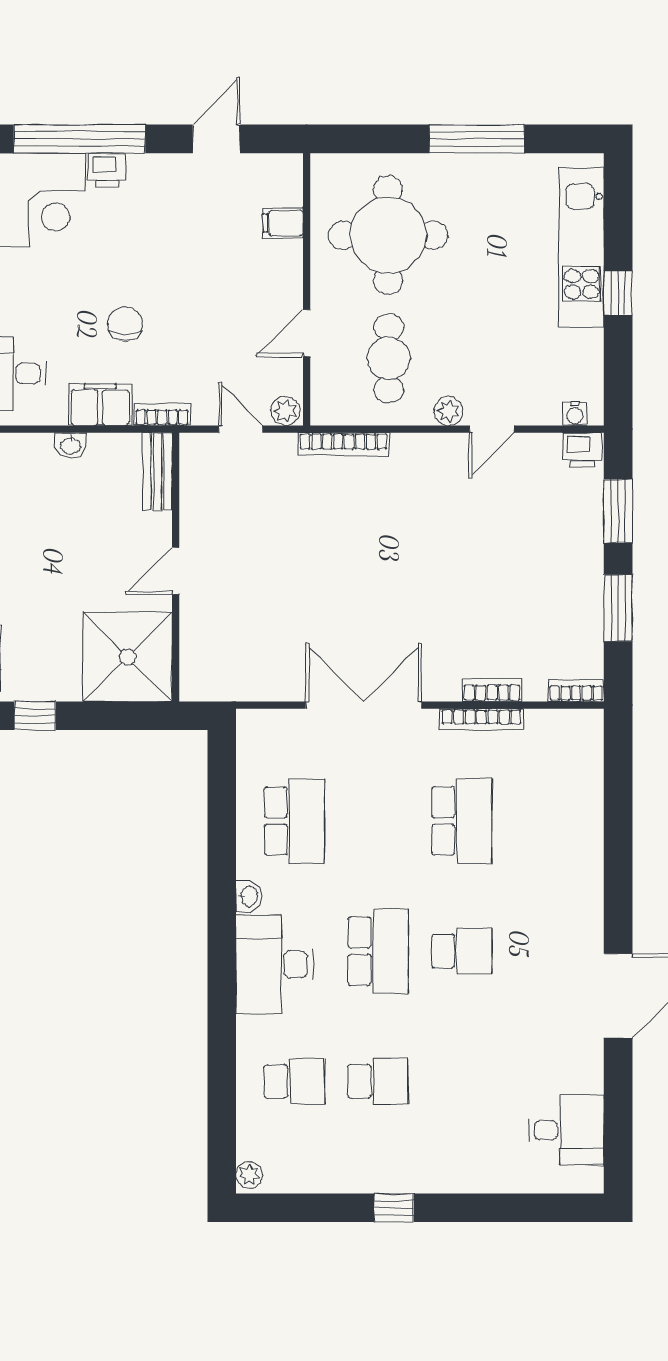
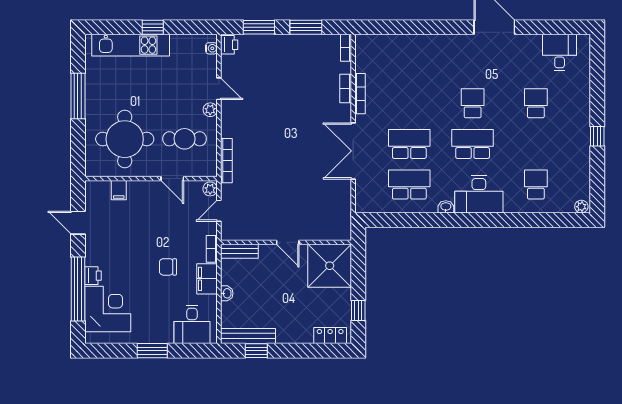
school desk: (462, 821) -> (409, 144), moved
school desk: (378, 1081) -> (536, 103), moved

